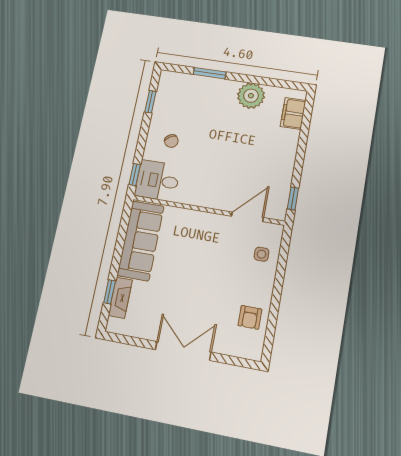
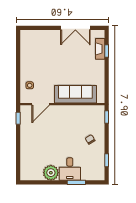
filing cabinet: (293, 113) -> (26, 166), removed
desk: (158, 180) -> (70, 169), moved, turned 90
sofa: (141, 241) -> (75, 94), moved, turned 90
armchair: (250, 317) -> (30, 51), removed
double door: (183, 351) -> (75, 28), moved

